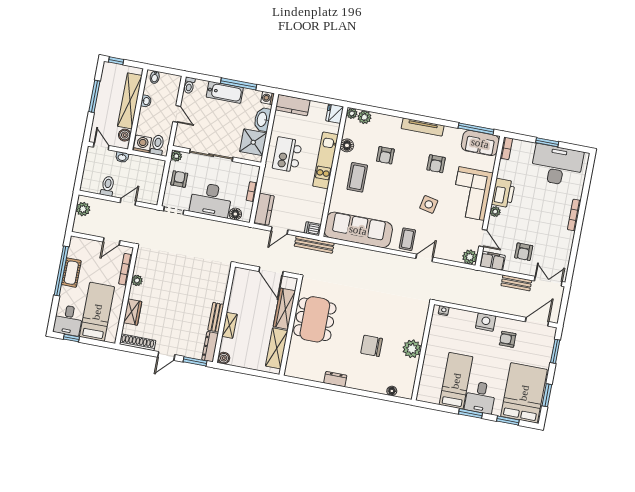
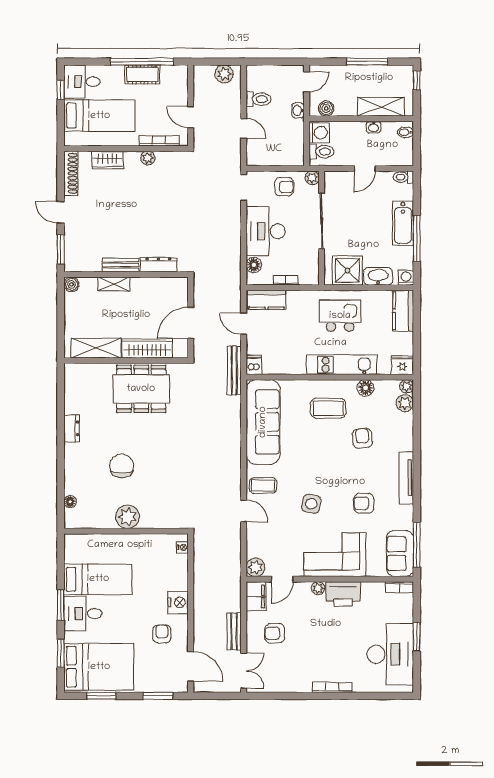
shelving: (130, 101) -> (381, 107), width x0.68
armchair: (385, 155) -> (362, 438), turned 85
dresser: (210, 347) -> (158, 265), moved

